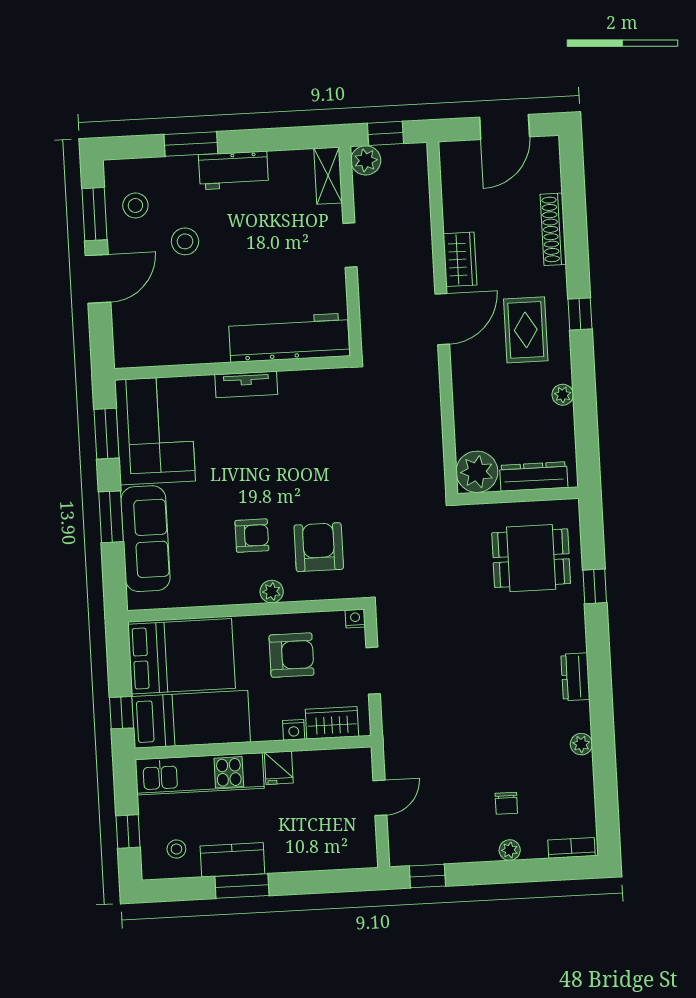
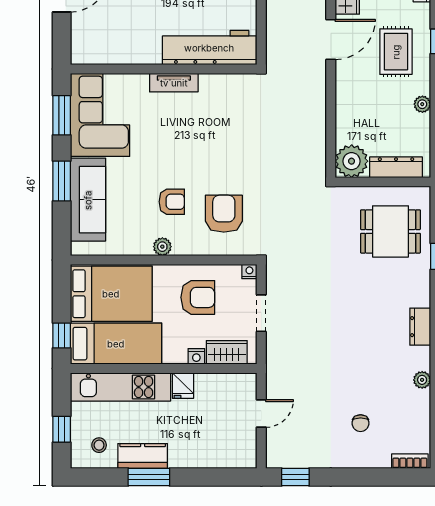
plant: (272, 592) -> (162, 247), moved
plant: (510, 850) -> (361, 460), removed

